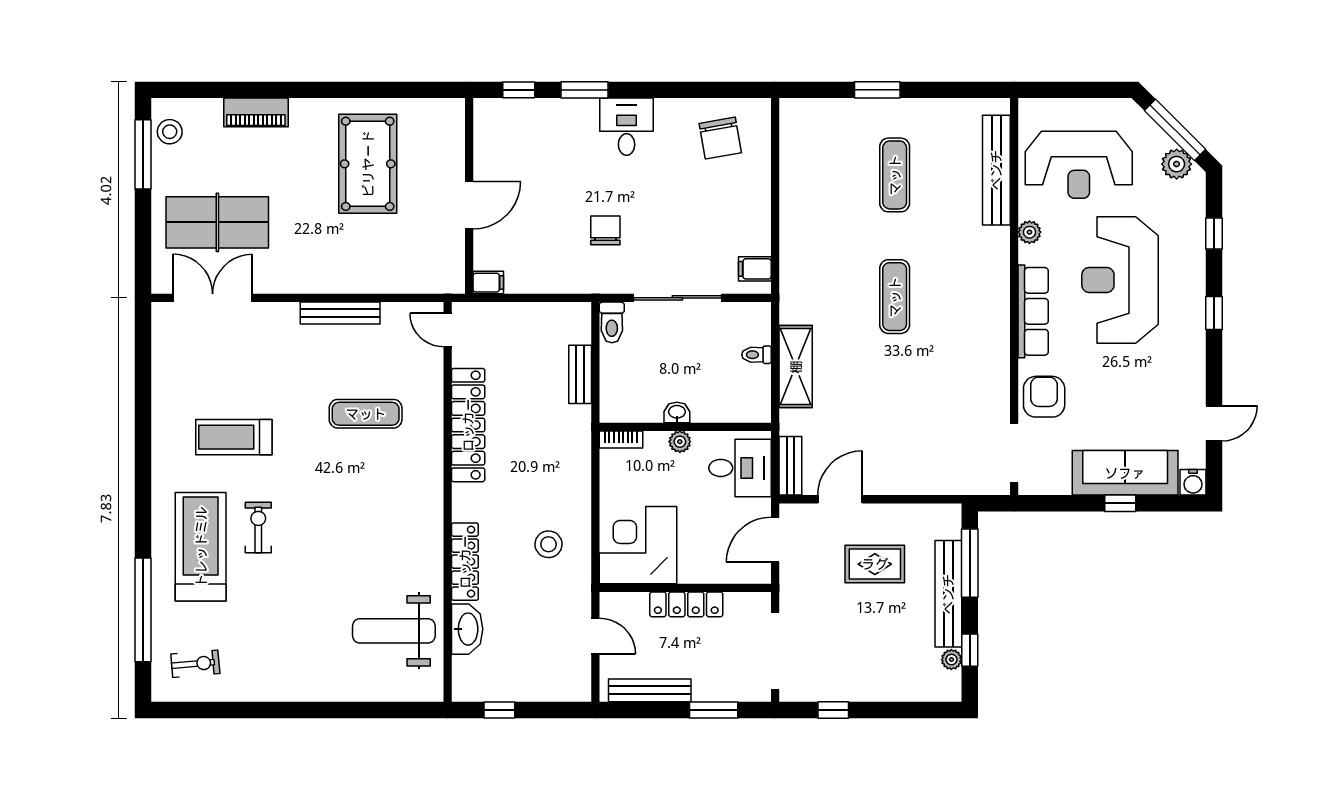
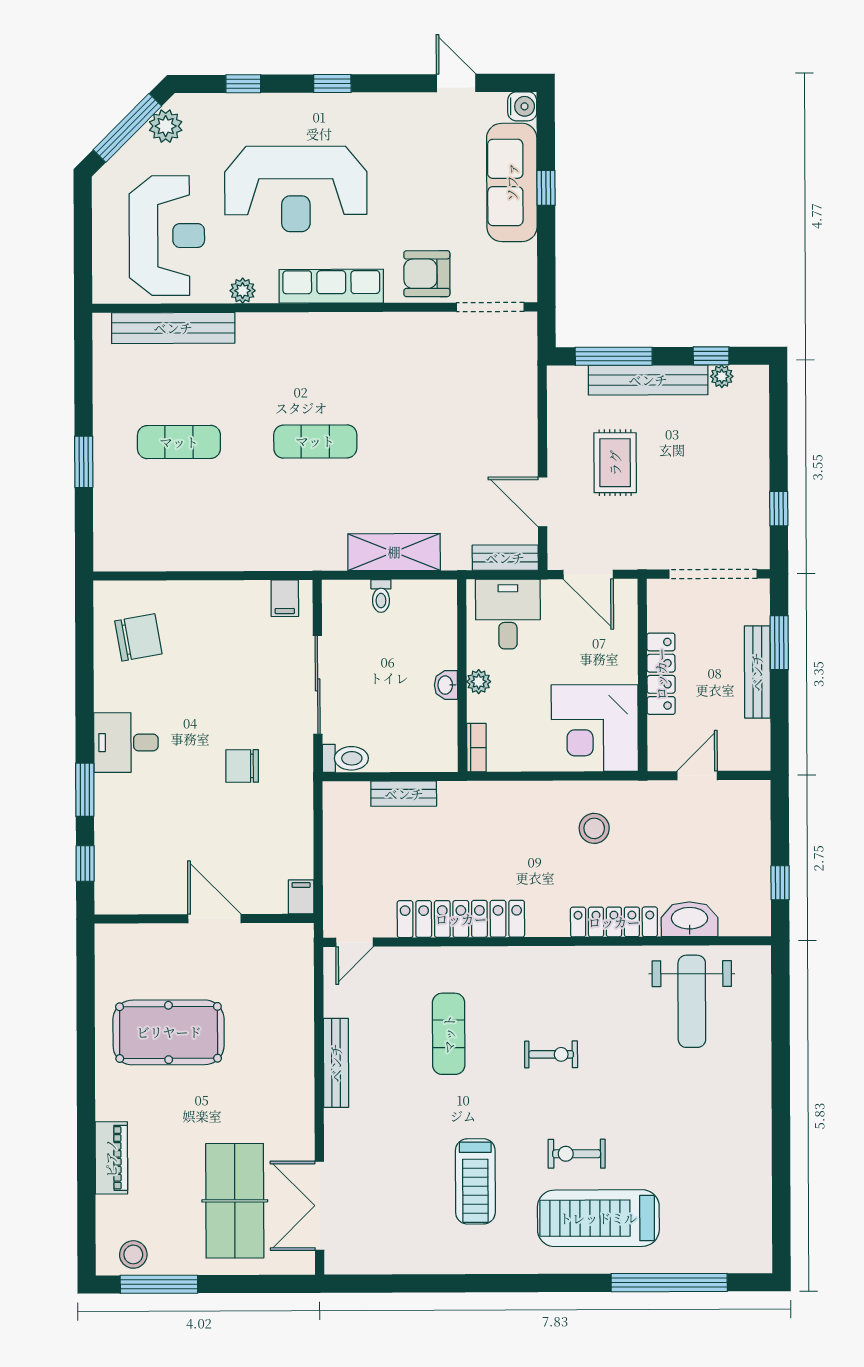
exercise bike: (195, 664) -> (551, 1054), moved, turned 95
bench: (650, 690) -> (757, 672), moved

